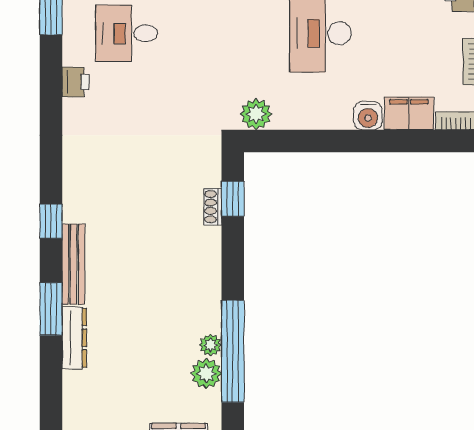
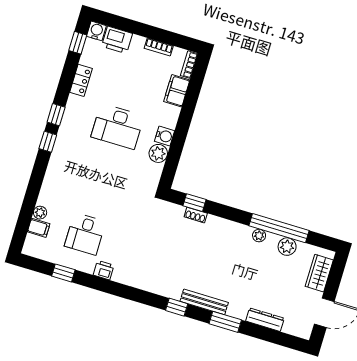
plant: (256, 114) -> (158, 153), moved
water cooler: (368, 116) -> (165, 136), moved
dresser: (74, 338) -> (265, 320), moved
plant: (211, 345) -> (259, 236), moved

